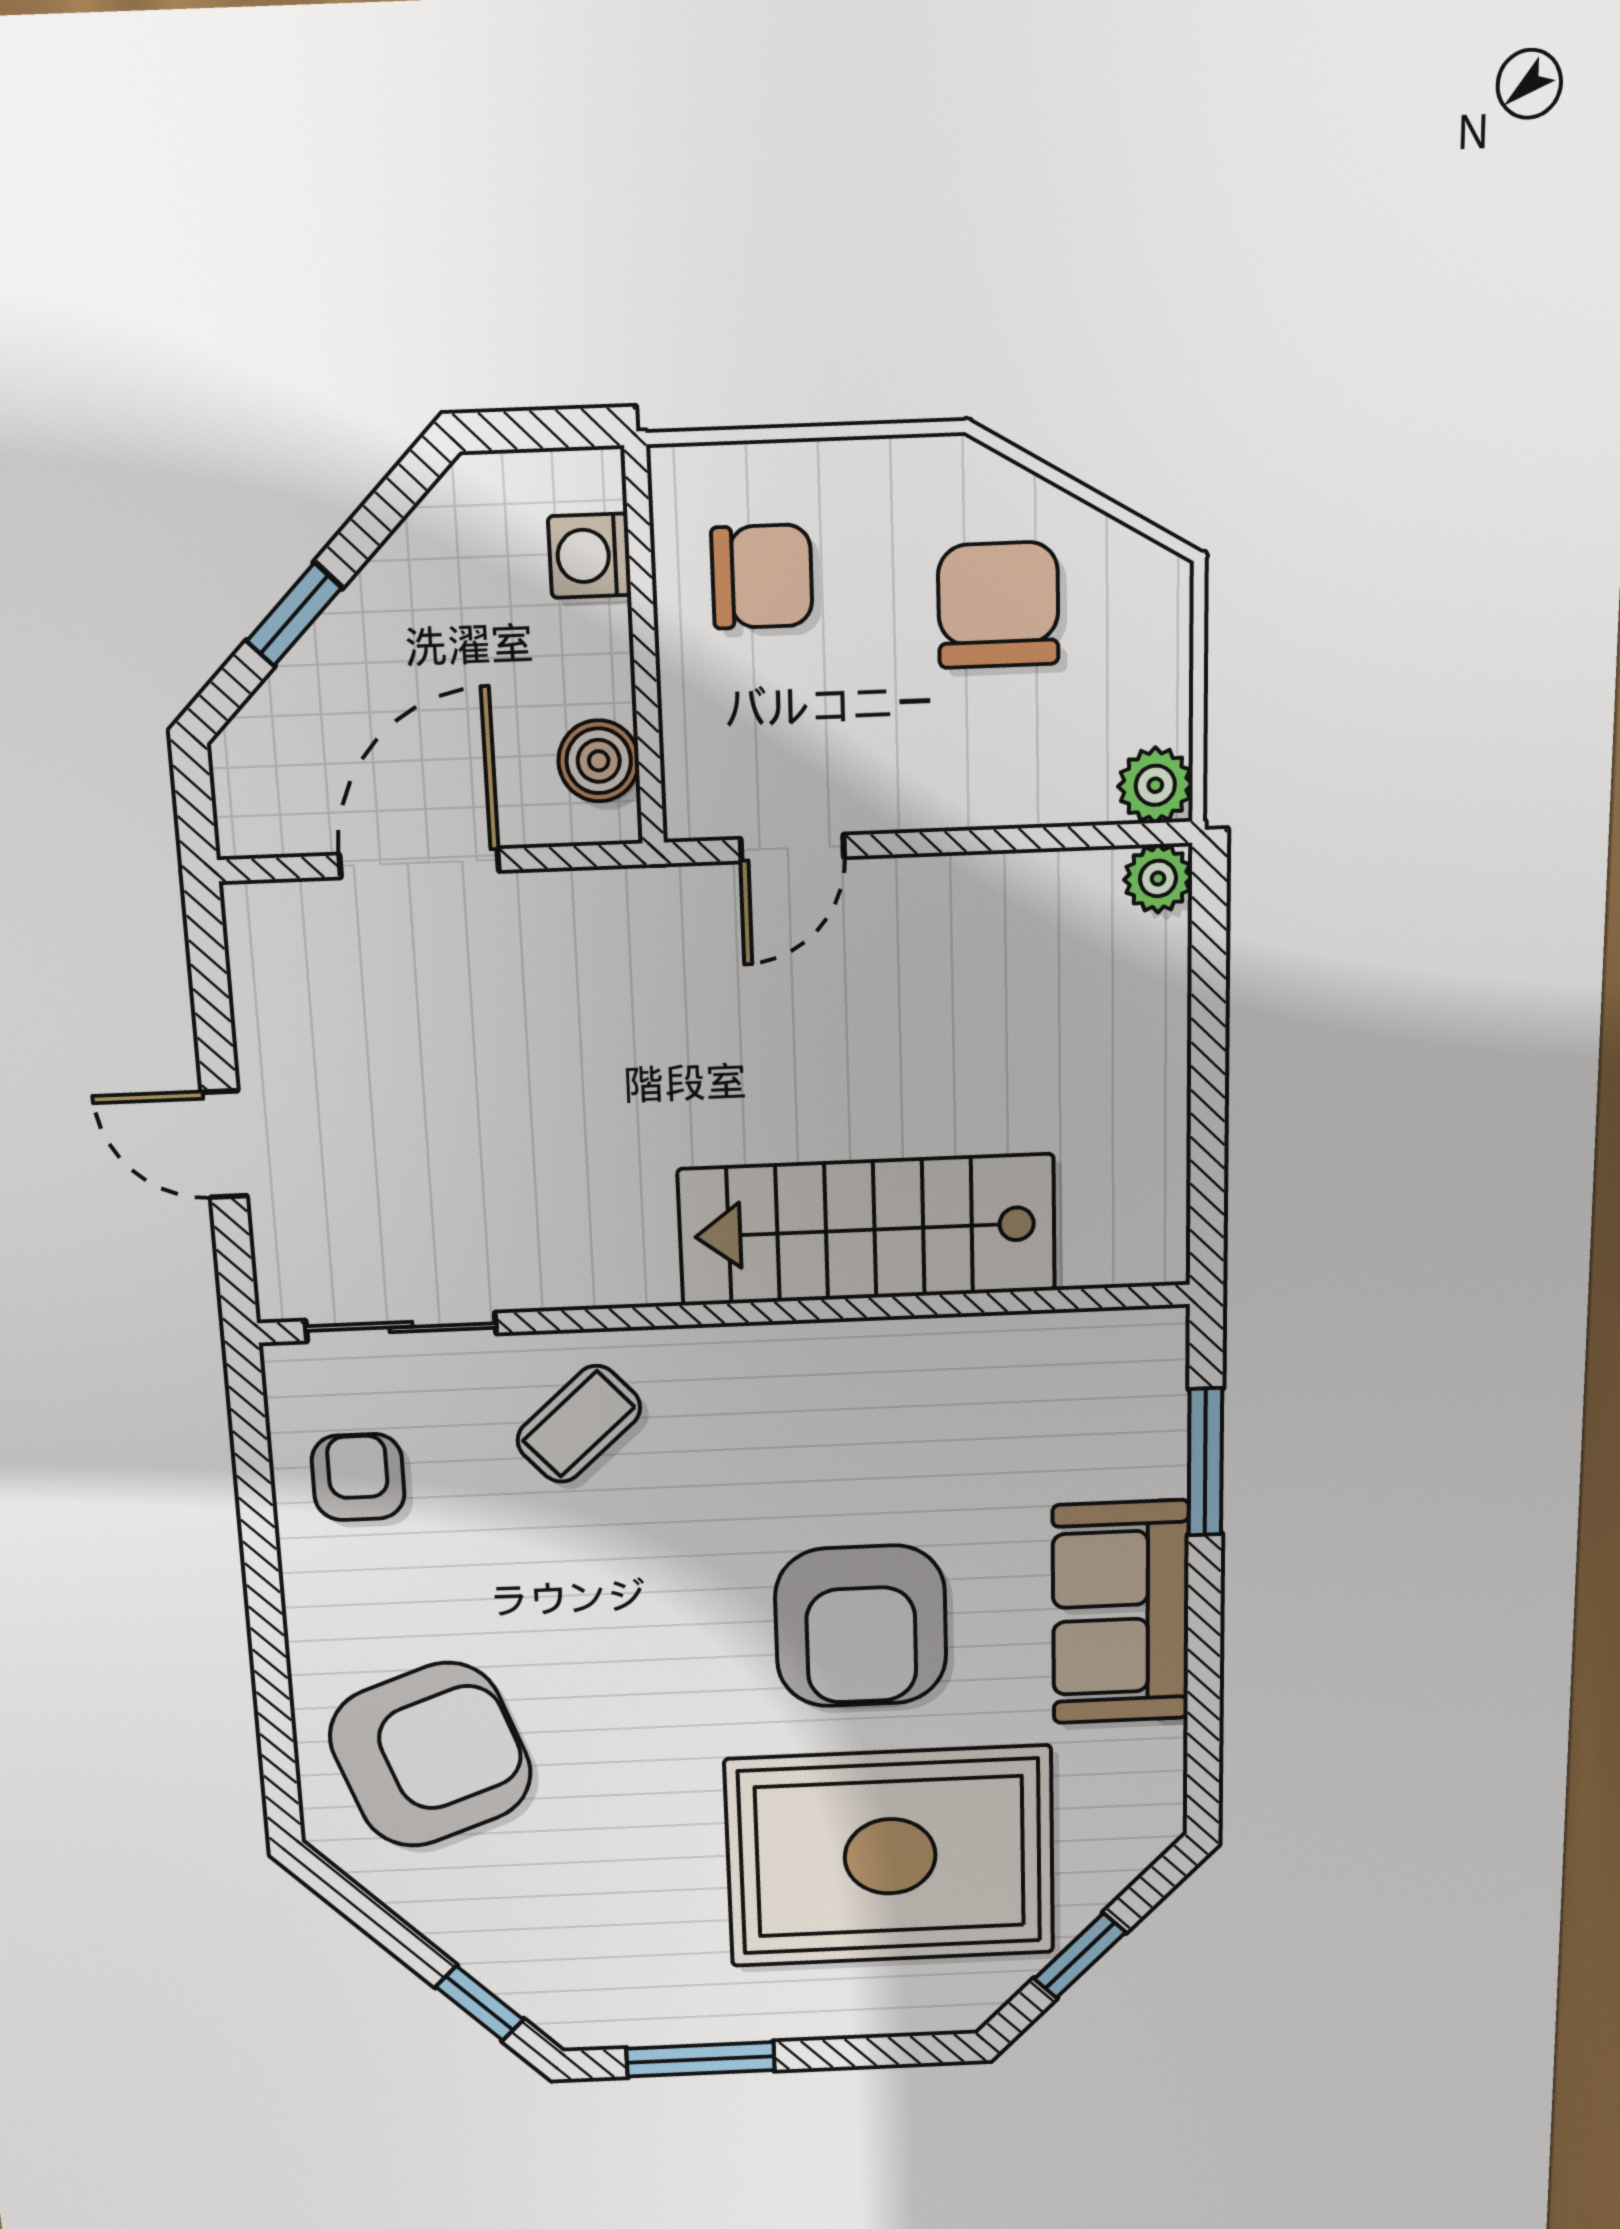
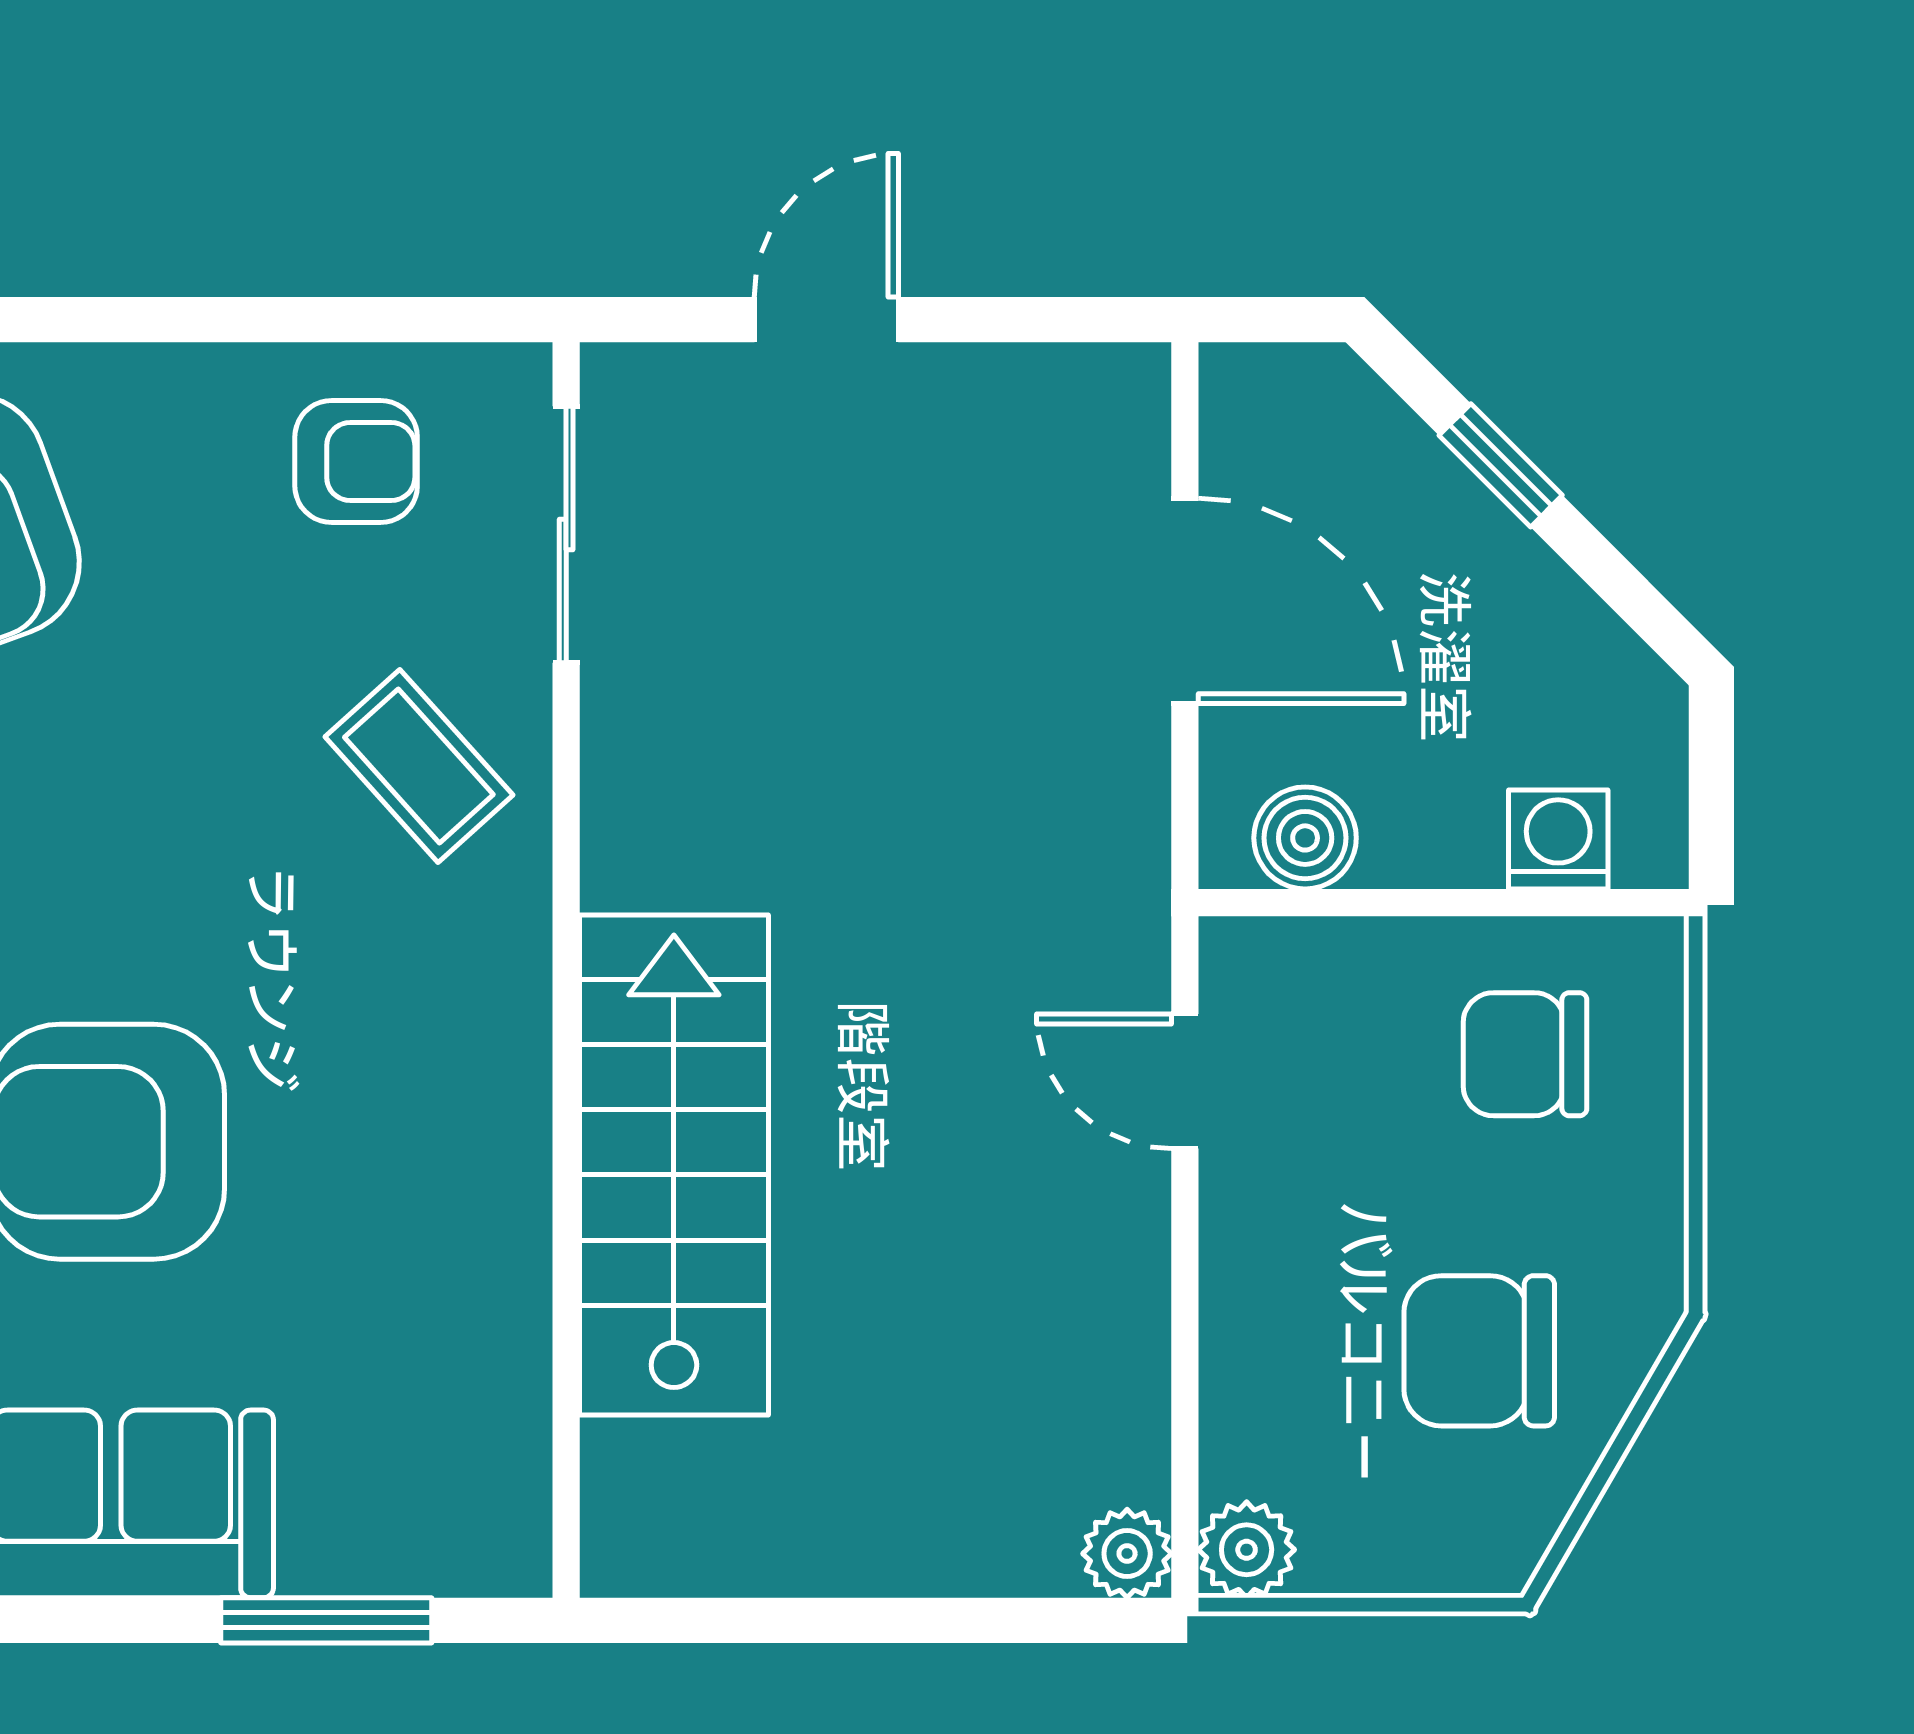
chair: (762, 576) -> (1525, 1054), turned 90
chair: (998, 605) -> (1479, 1351), turned 180

